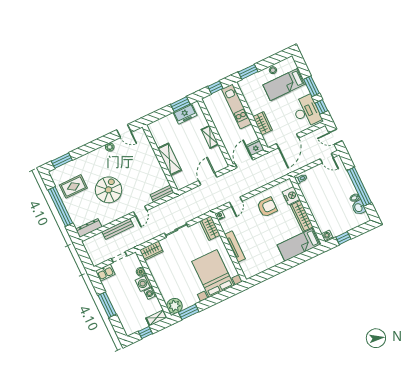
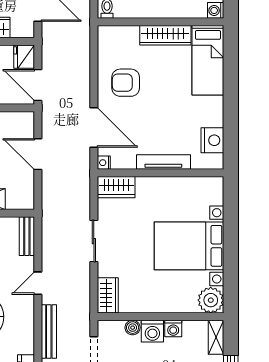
nightstand: (291, 196) -> (212, 140), moved, turned 90
door: (236, 202) -> (94, 127), width x1.88
armchair: (267, 207) -> (126, 83), turned -90
door: (140, 211) -> (38, 283), swing flipped
bed with nightstands: (213, 273) -> (189, 246), moved
window: (189, 312) -> (231, 283), removed

